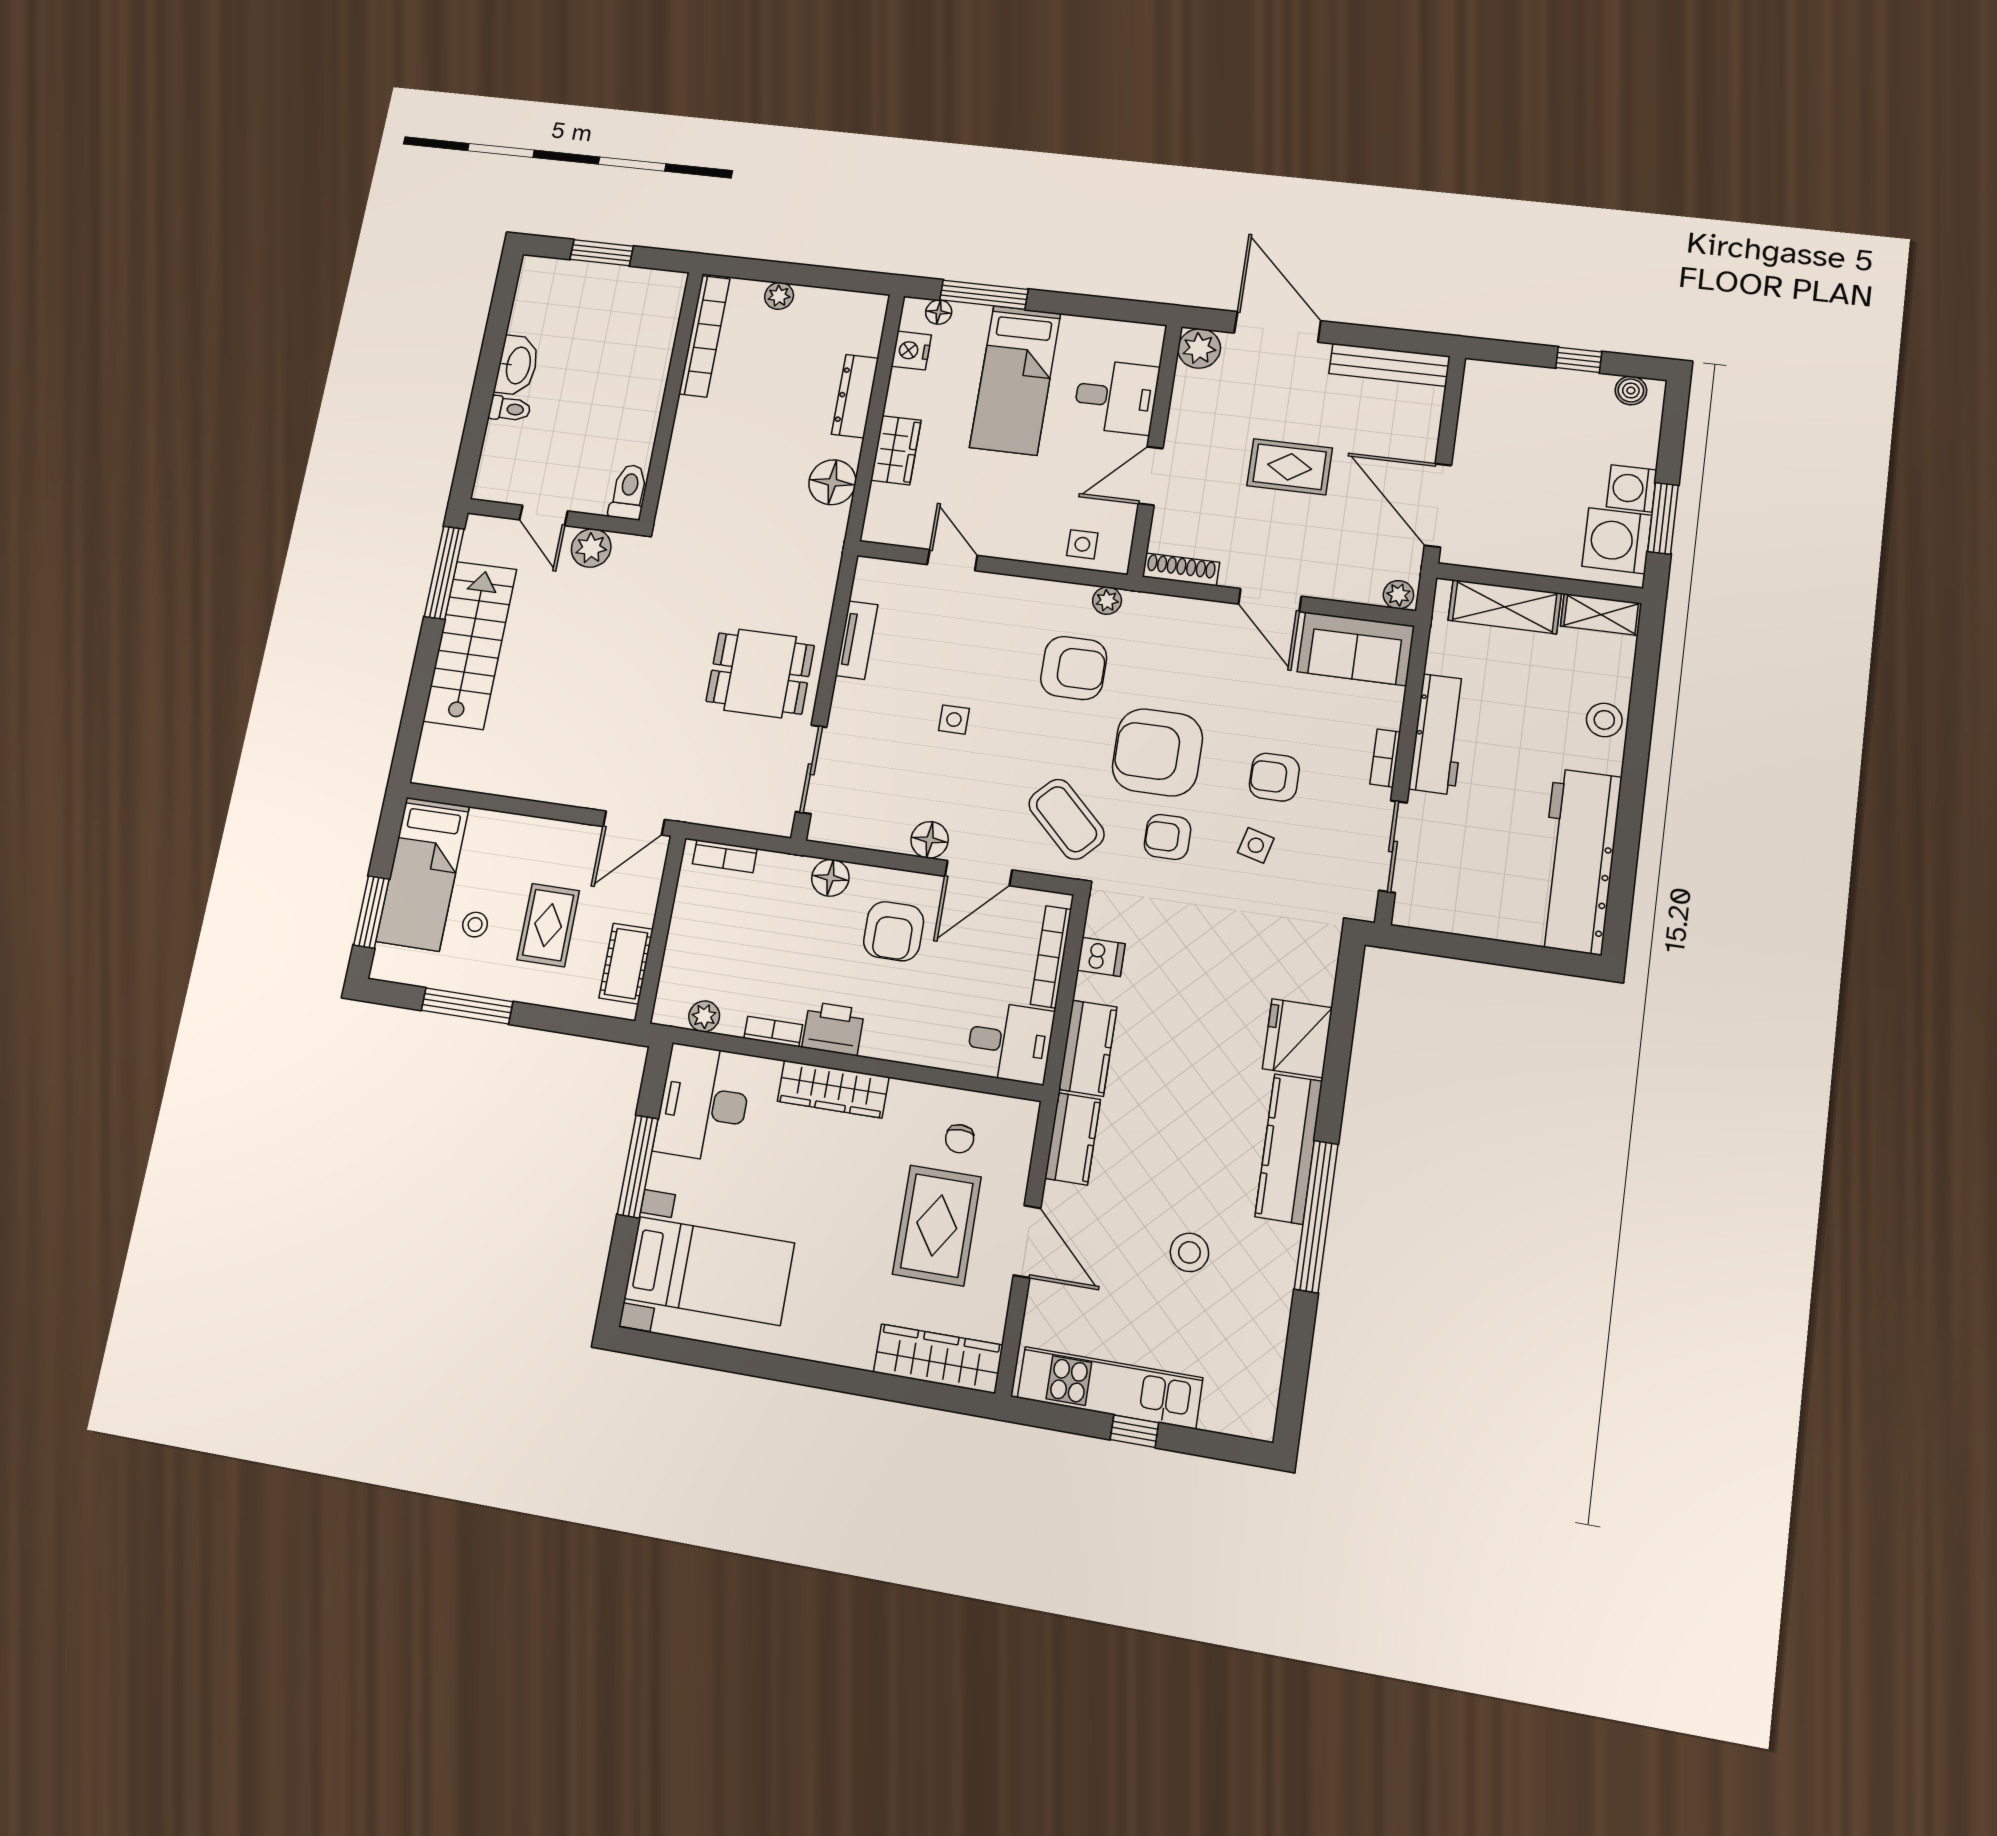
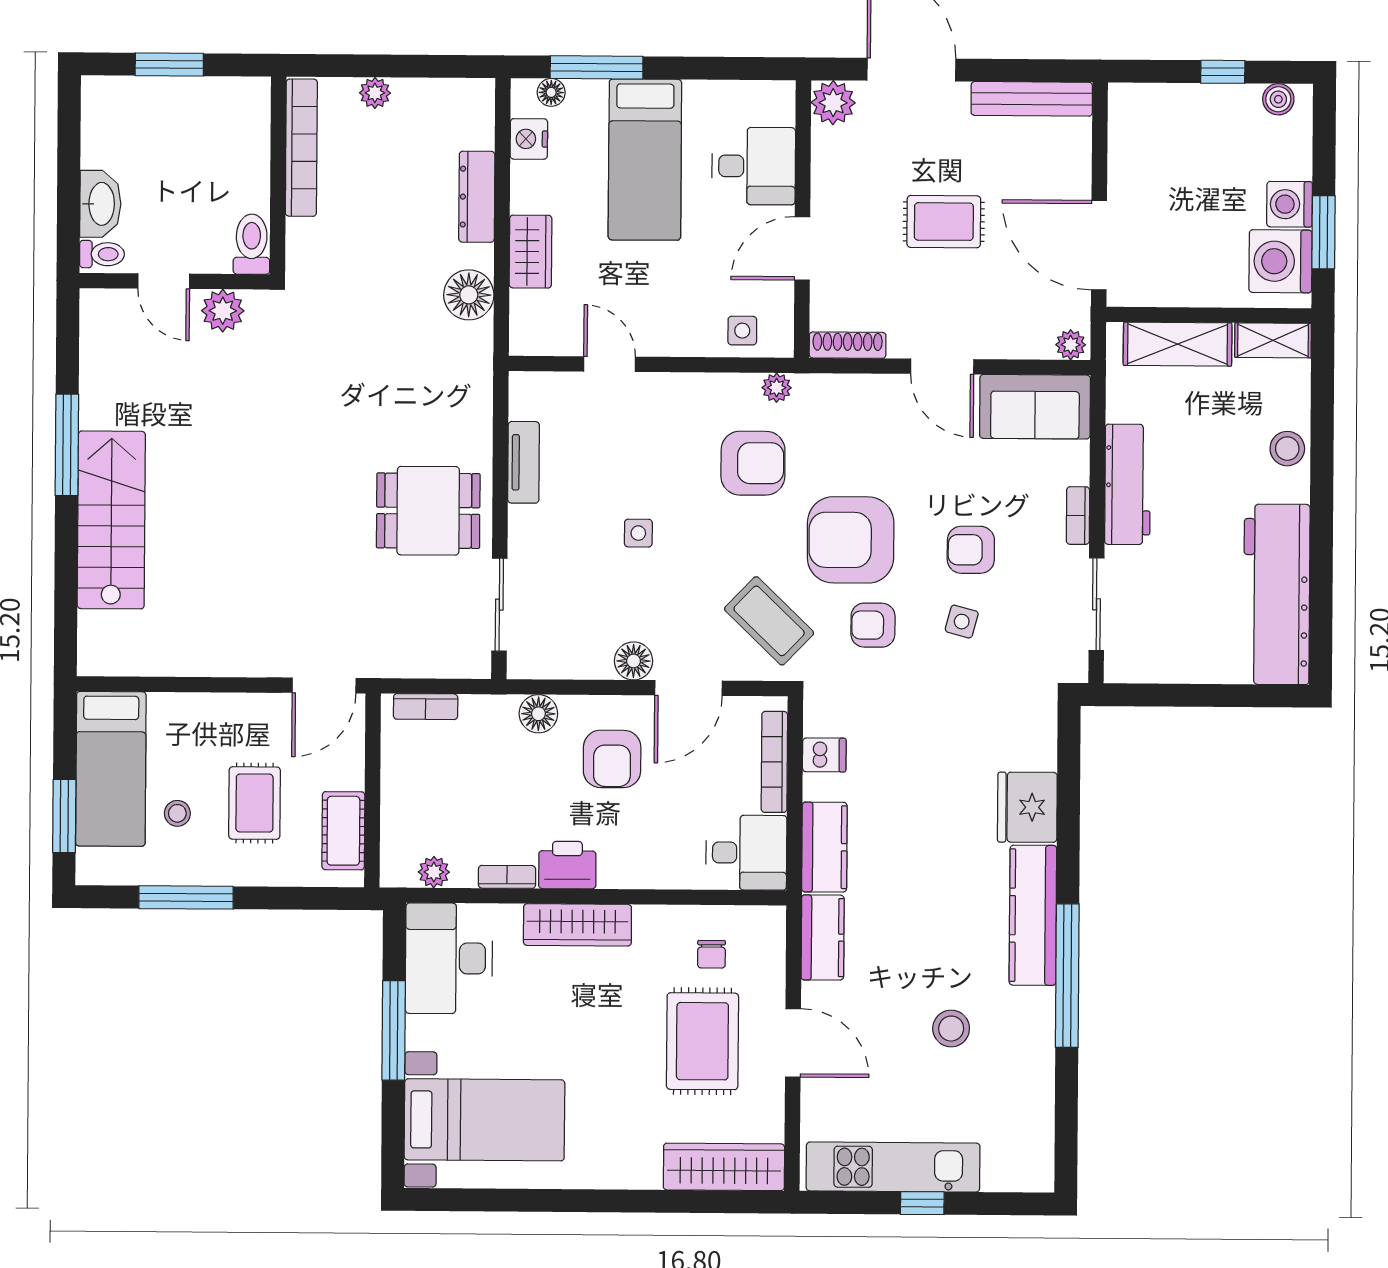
toilet: (629, 492) -> (252, 244), moved
door: (544, 515) -> (164, 281), moved
wall: (553, 517) -> (175, 281), moved
plant: (591, 548) -> (223, 311), moved

